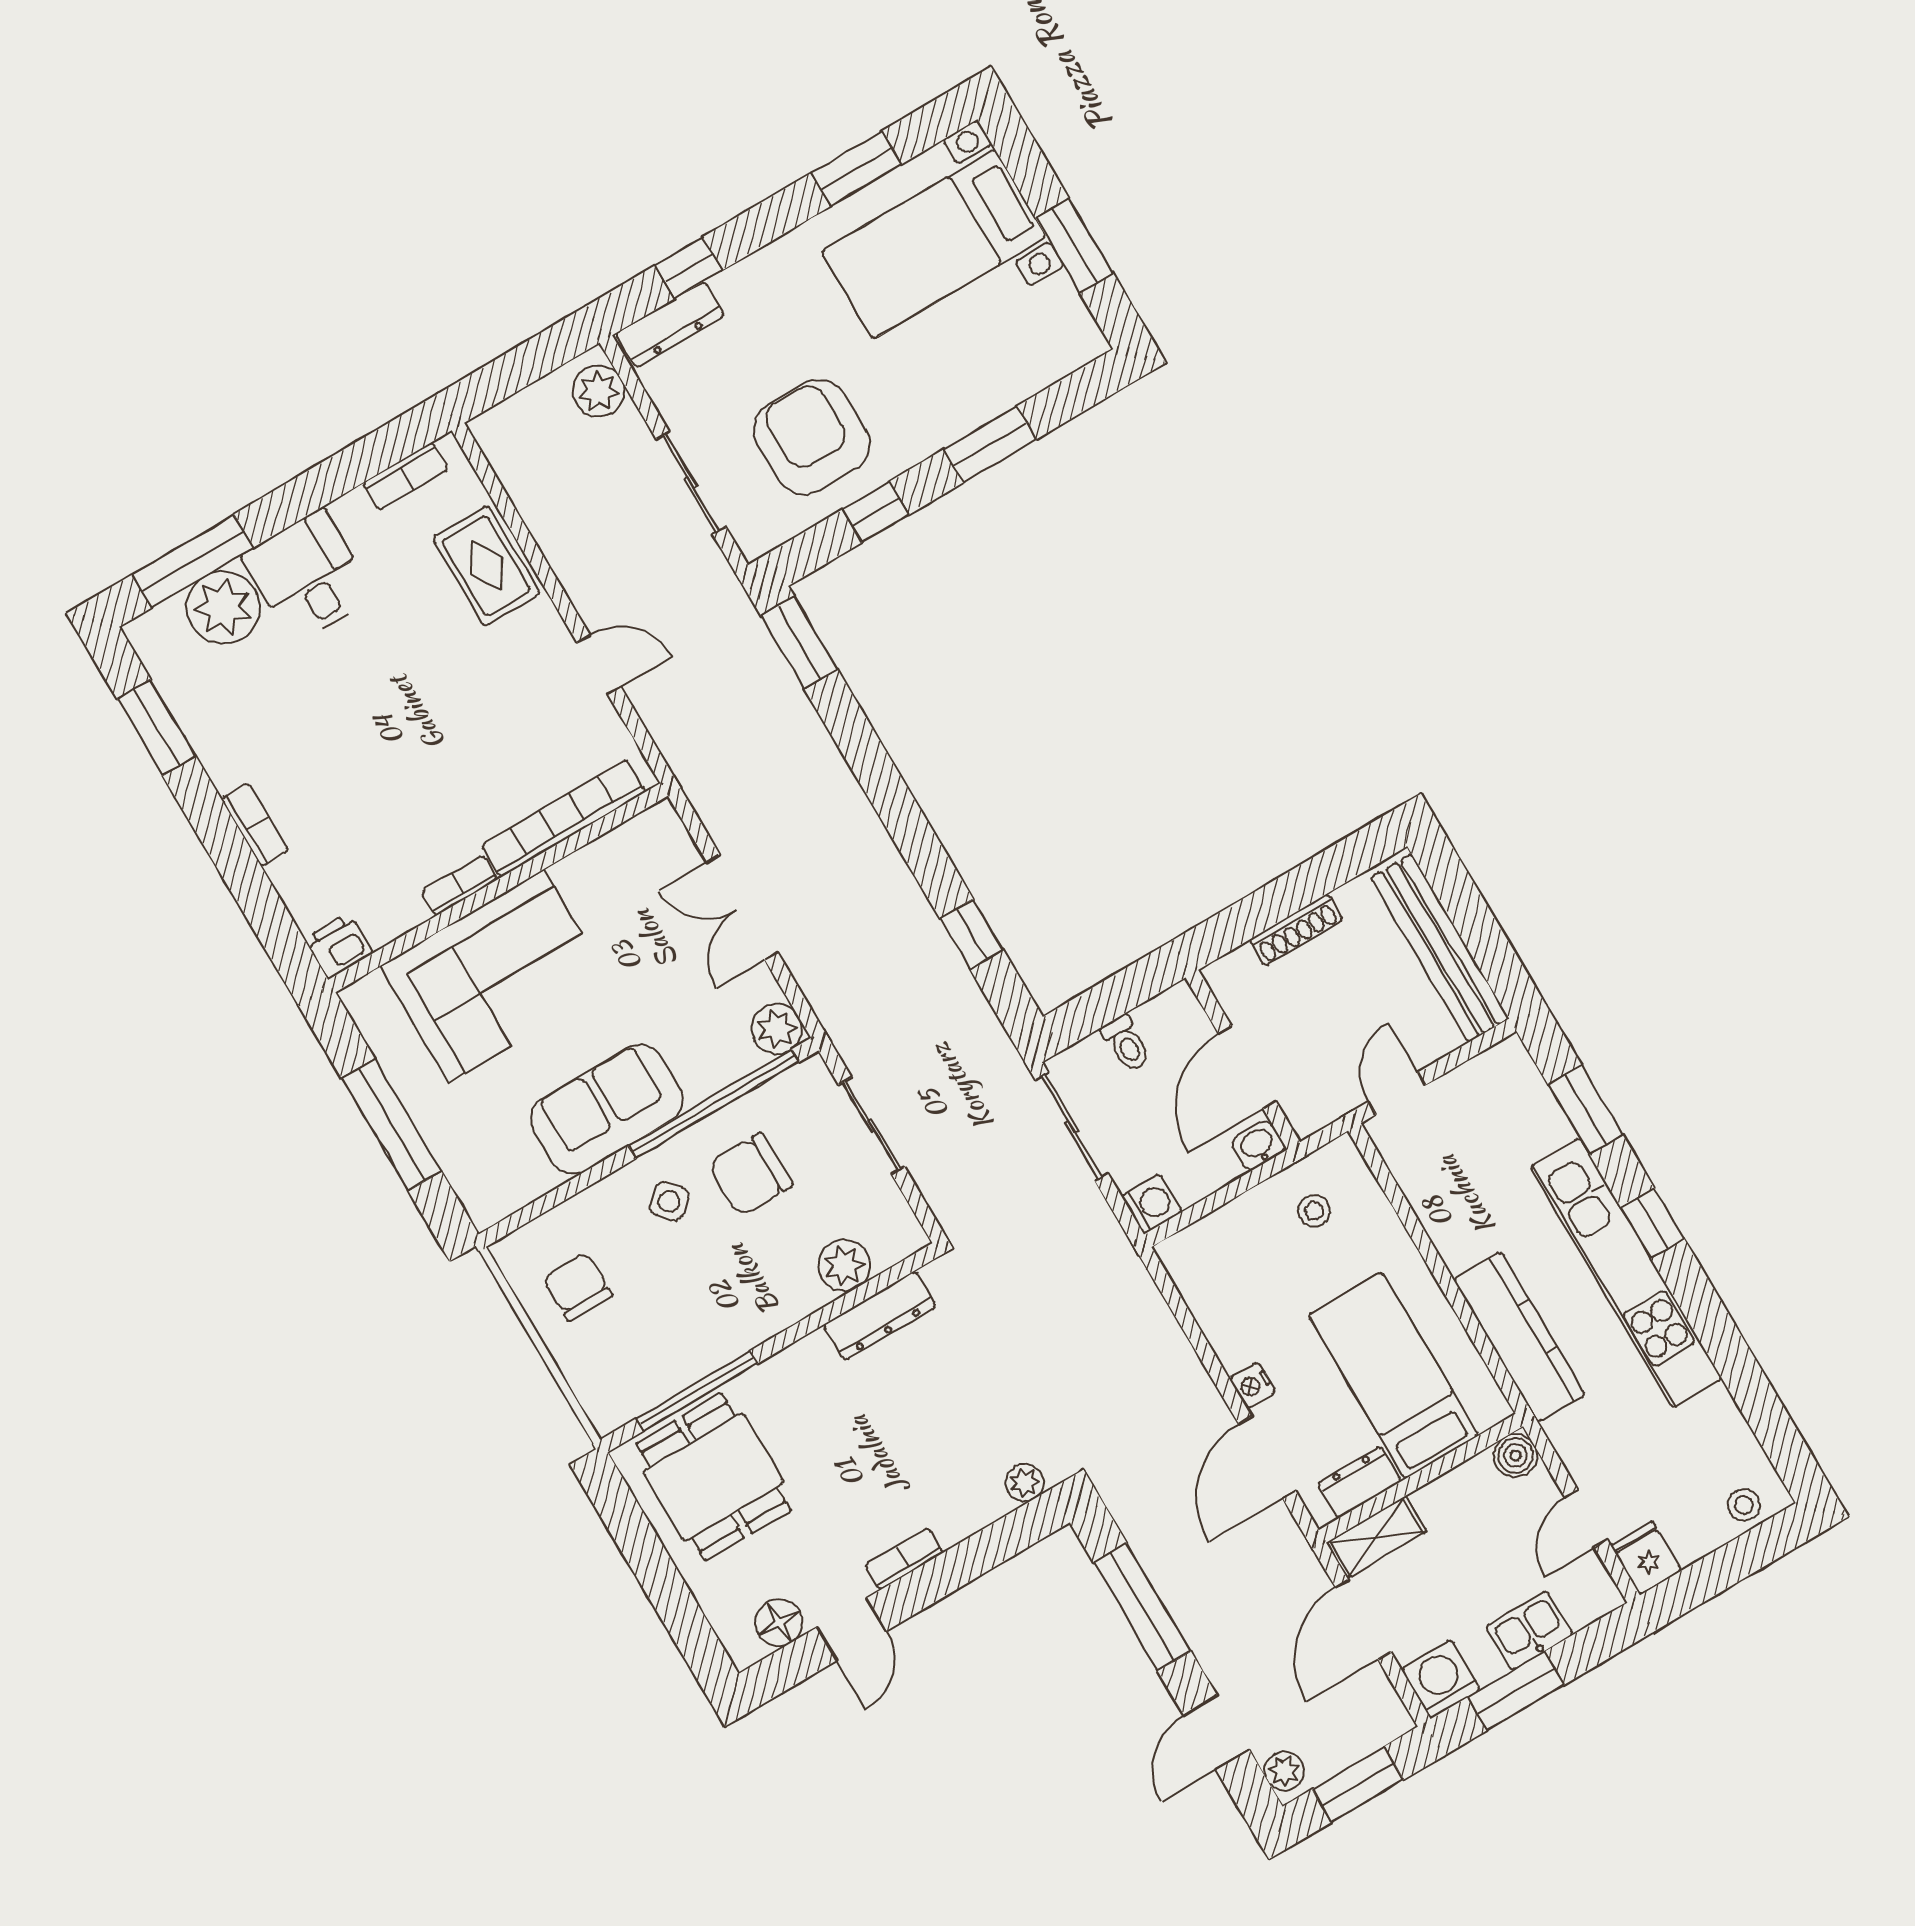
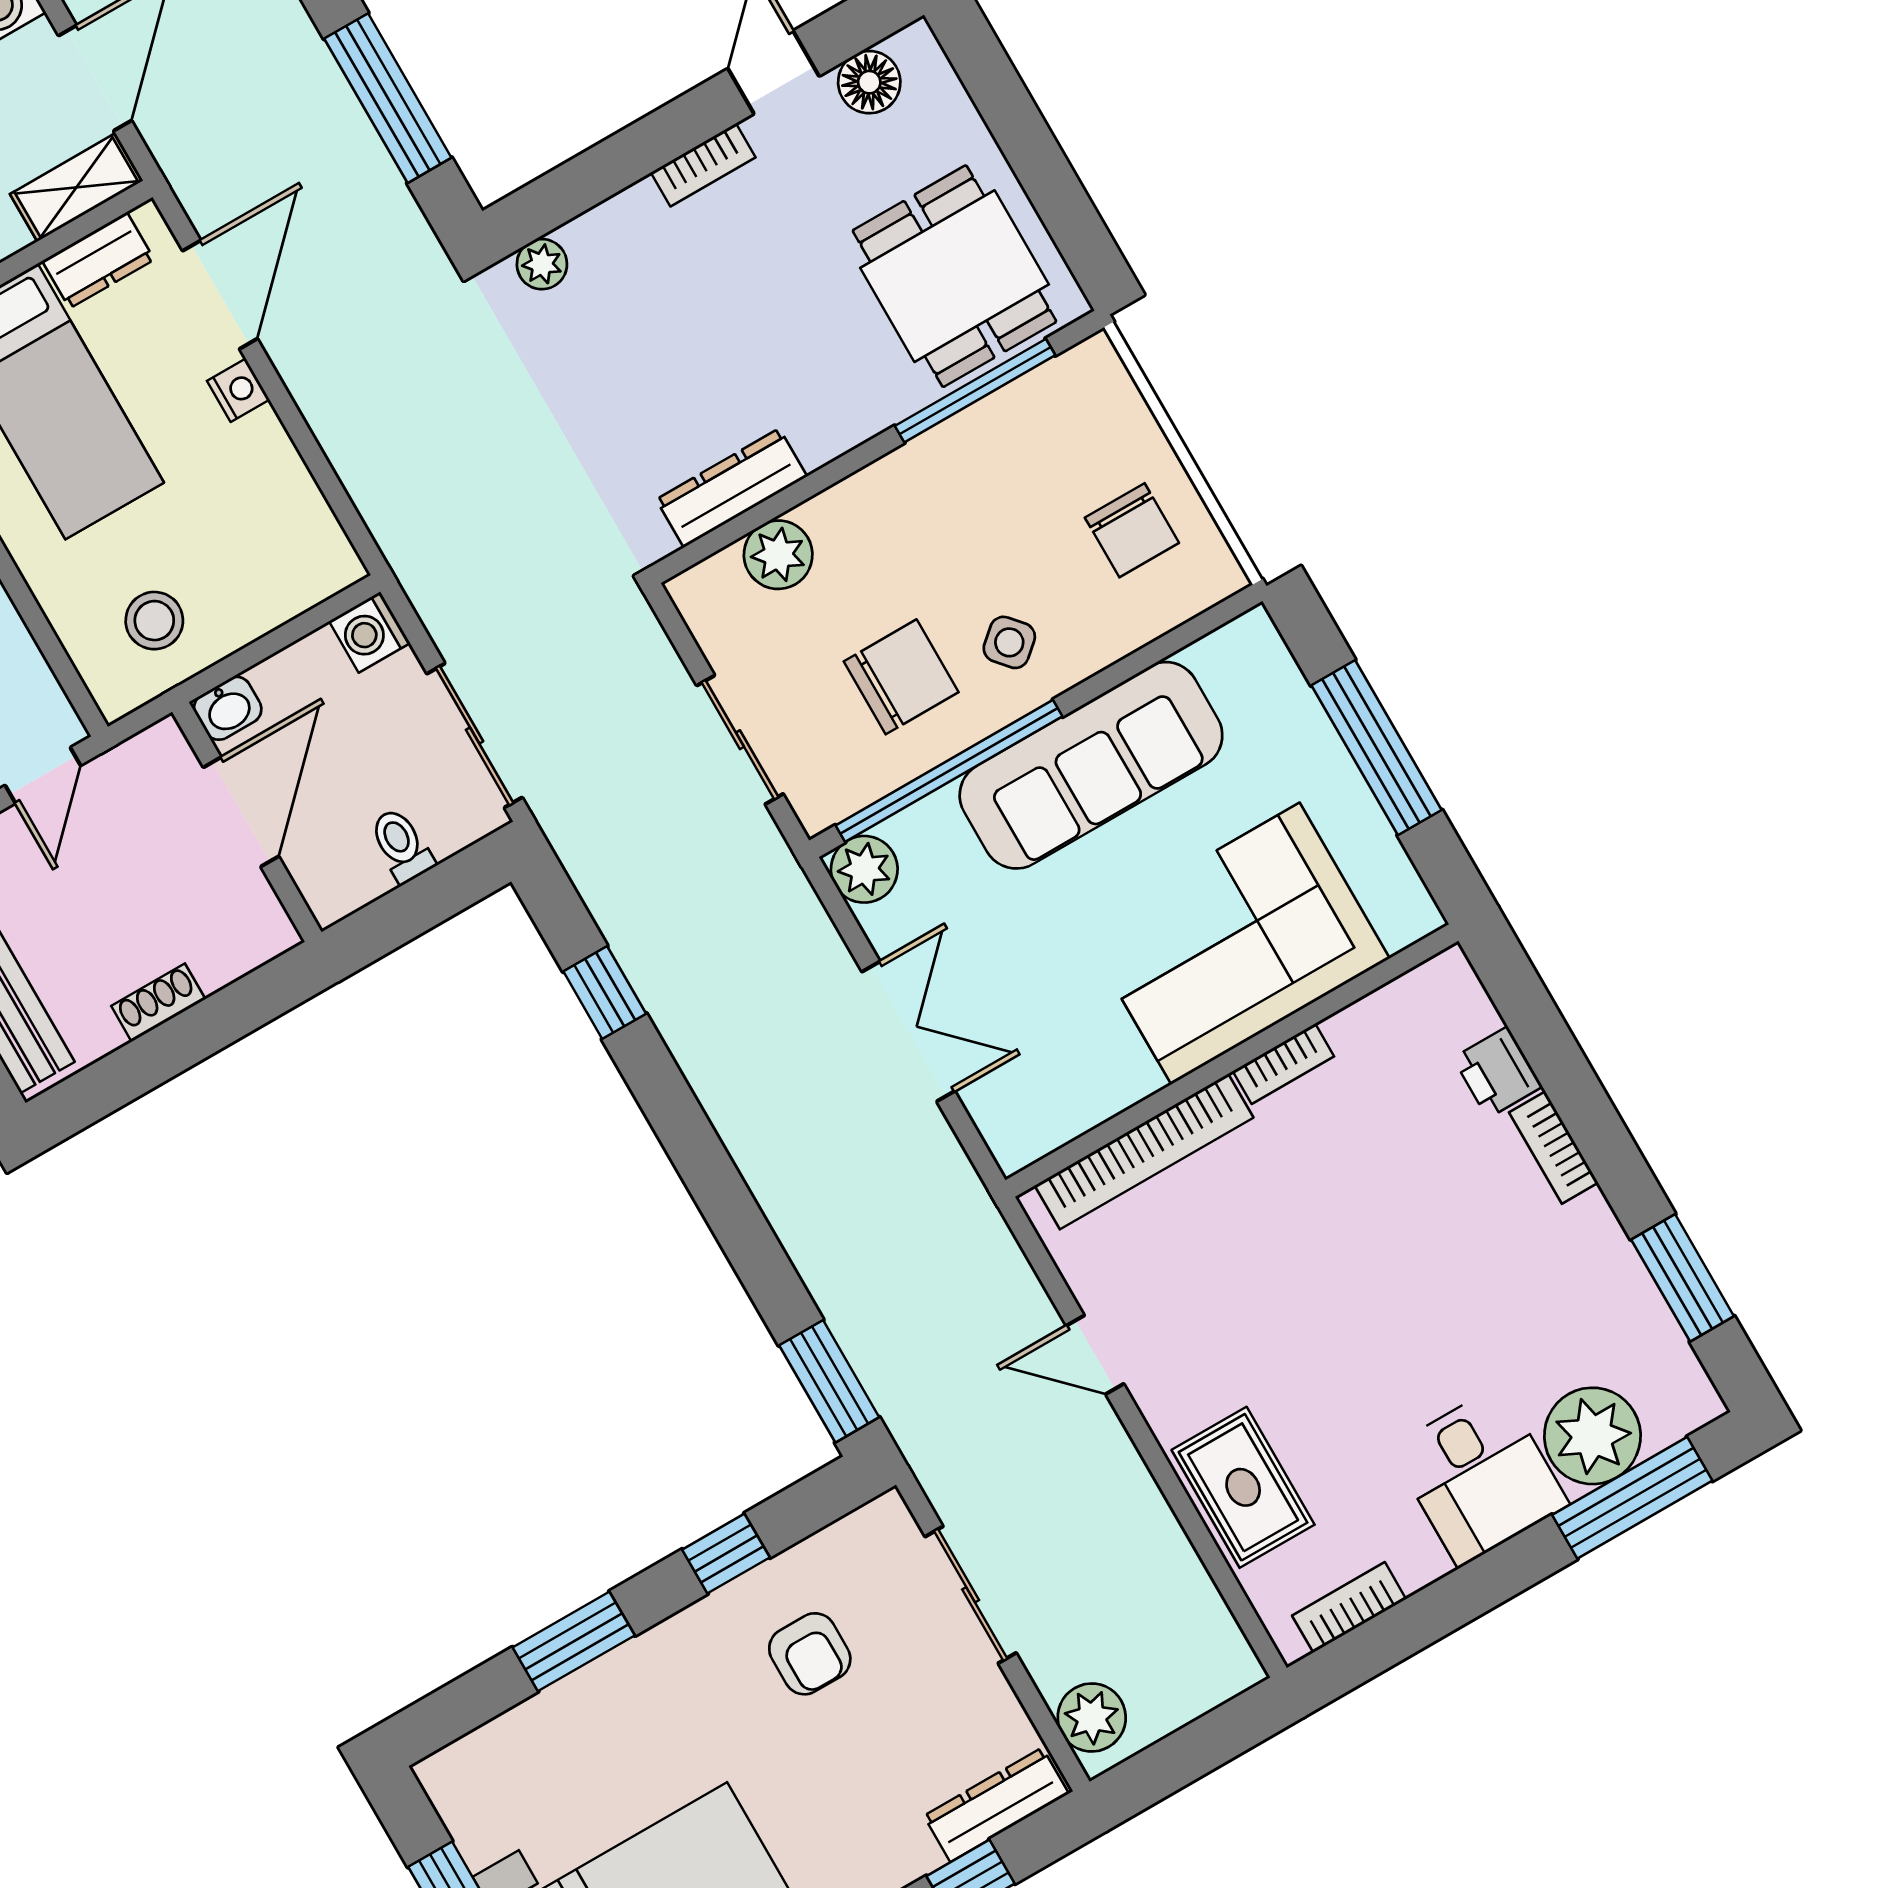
armchair: (812, 437) -> (810, 1654), width x0.53, depth x0.53
shoe rack: (1296, 930) -> (158, 1003), width x0.70
printer: (339, 946) -> (1498, 1072), moved, turned 90
sofa: (607, 1109) -> (1091, 765), width x1.36
stool: (1314, 1211) -> (154, 621), width x1.37, depth x1.37

